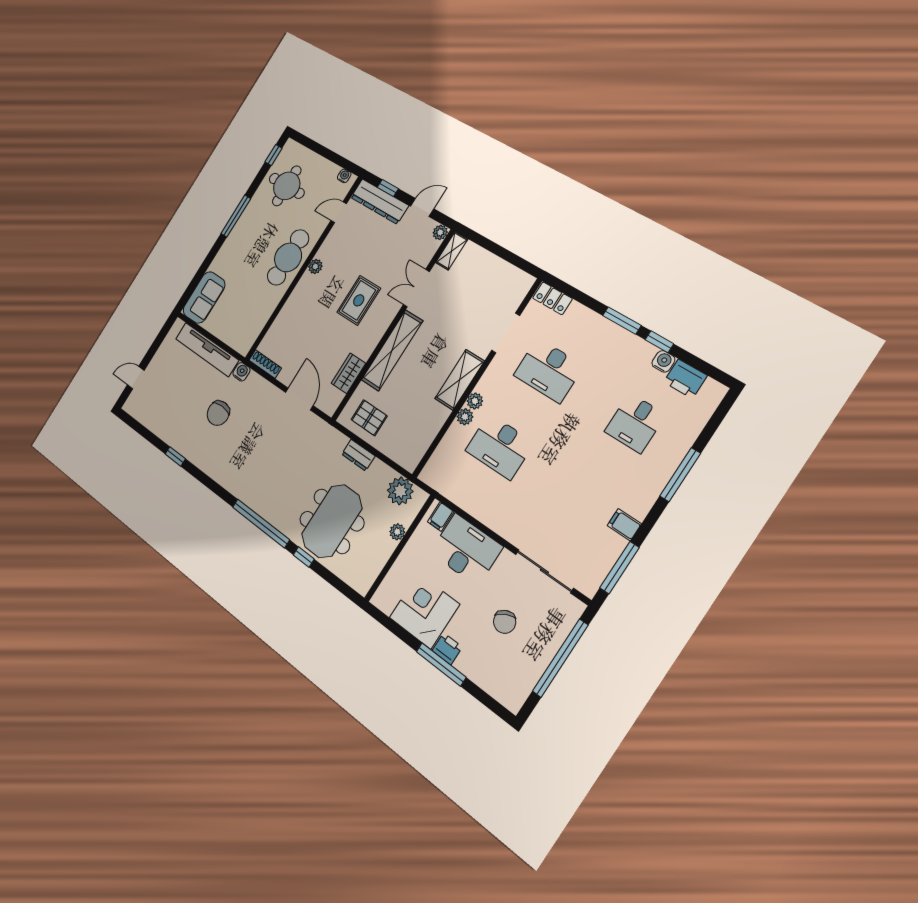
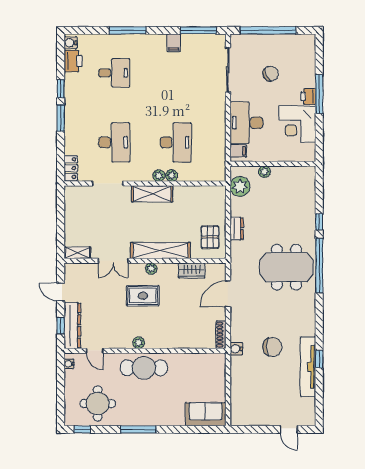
plant: (440, 232) -> (151, 269), moved
tv unit: (207, 349) -> (308, 367), moved, turned 180
water cooler: (663, 361) -> (70, 43), moved
meeting table: (332, 521) -> (286, 267), moved

